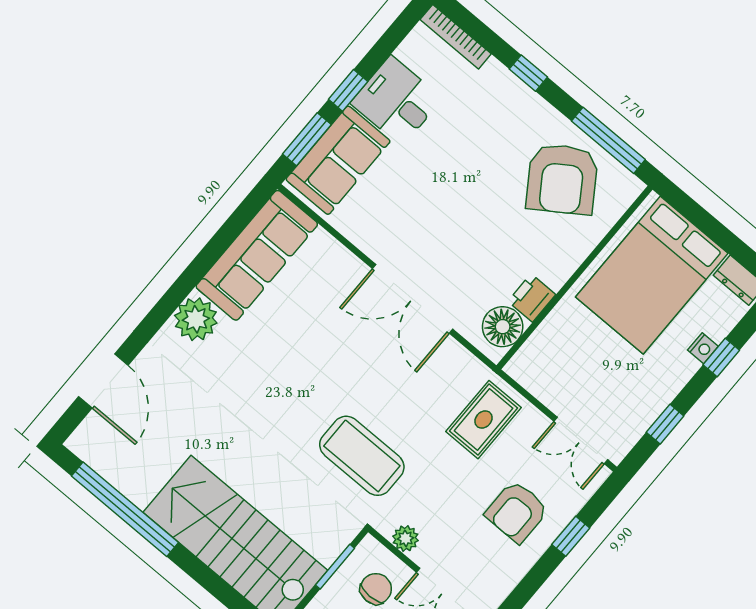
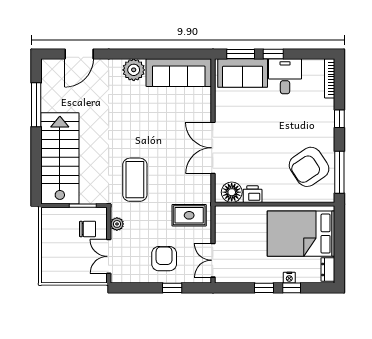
window: (665, 424) -> (264, 288), moved
window: (125, 509) -> (36, 105), width x0.68
armchair: (517, 512) -> (164, 259), turned 90

